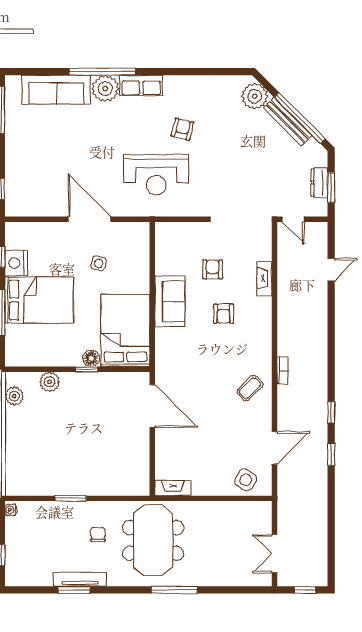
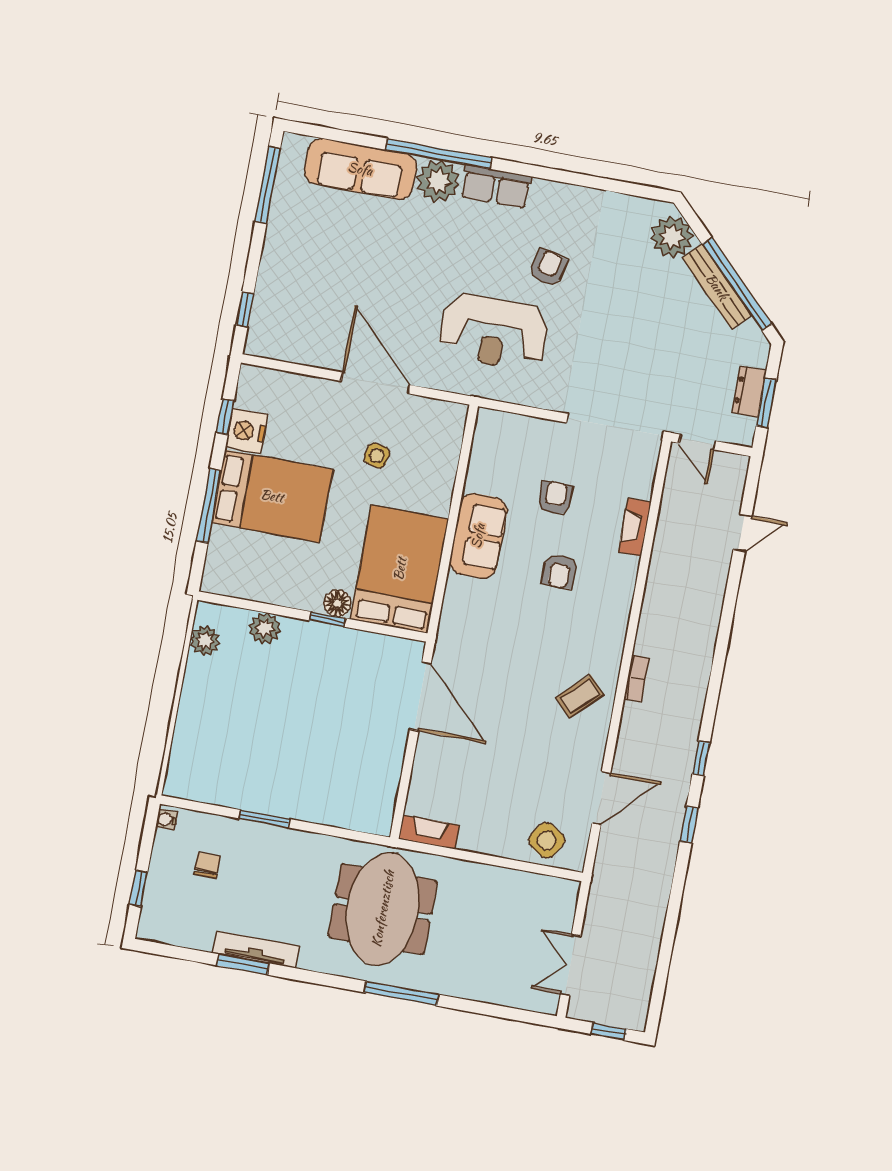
chair: (98, 534) -> (207, 865), moved

